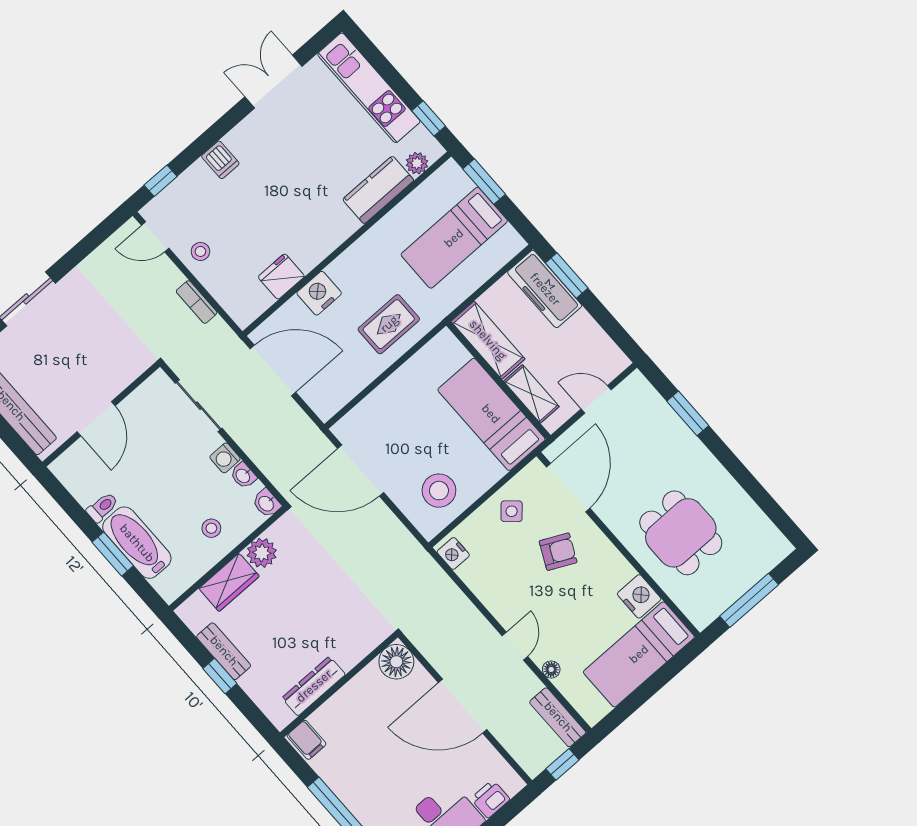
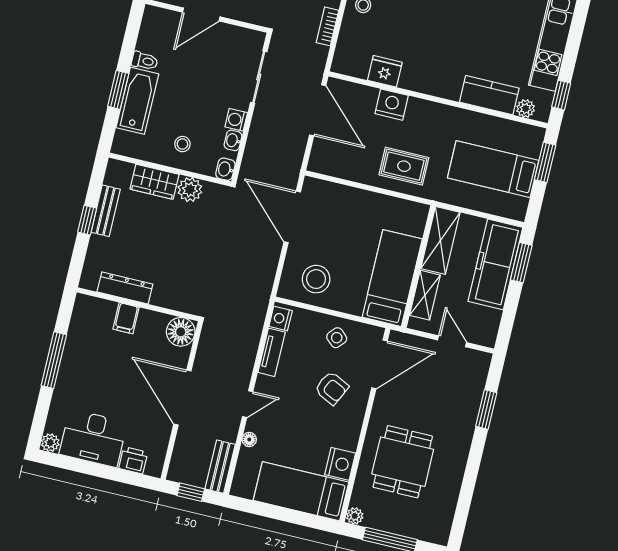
freezer: (545, 289) -> (495, 264), width x1.36, depth x1.26
tv unit: (480, 586) -> (272, 352), added
plant: (701, 618) -> (355, 516), added
filing cabinet: (306, 740) -> (126, 318), moved

